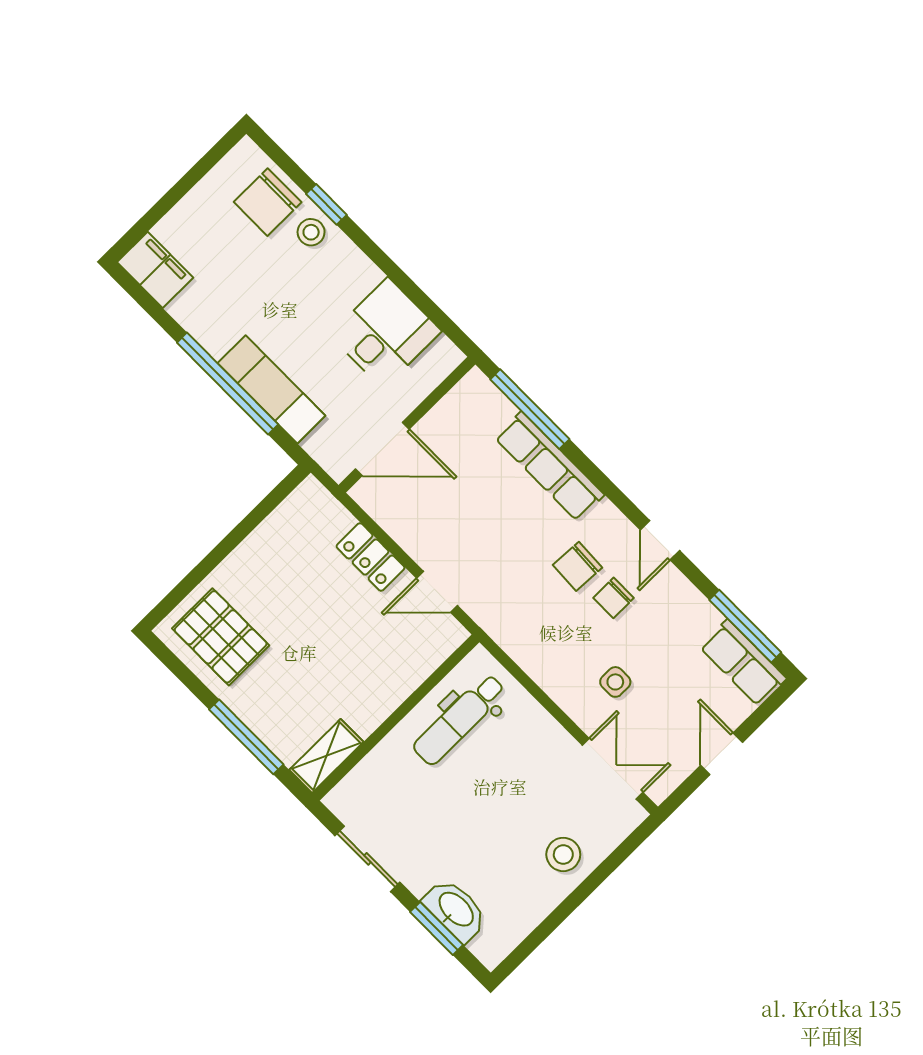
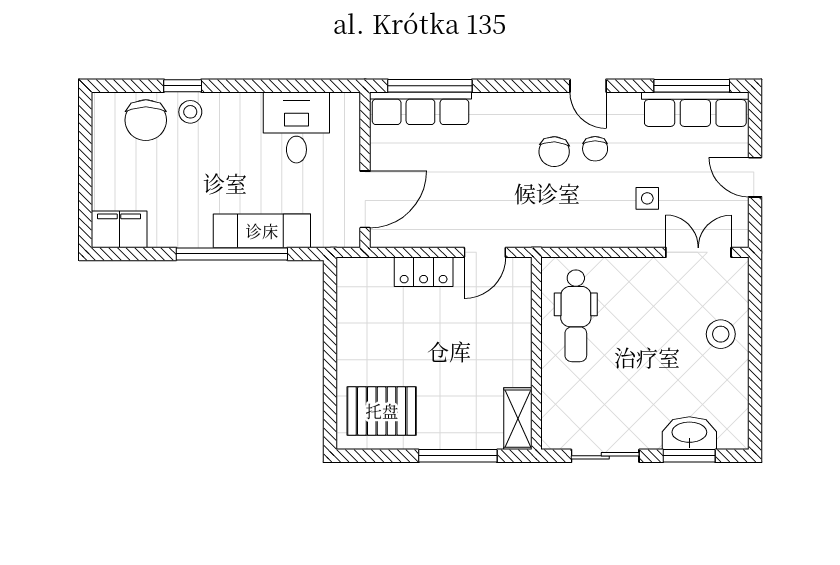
row of seats: (549, 466) -> (420, 108), moved
row of seats: (743, 663) -> (695, 109), width x1.48

